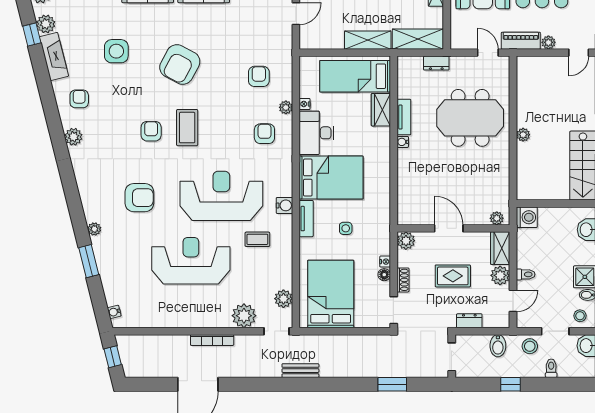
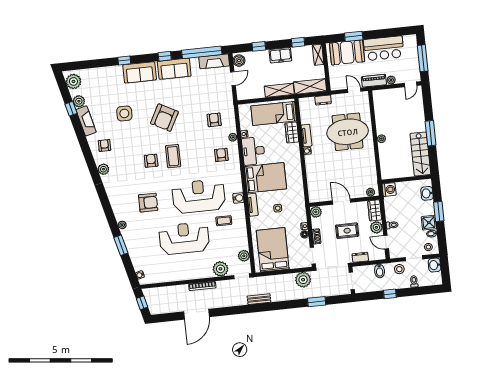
door: (513, 301) -> (386, 242), swing flipped
plant: (374, 347) -> (303, 280), added

